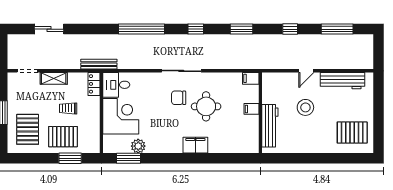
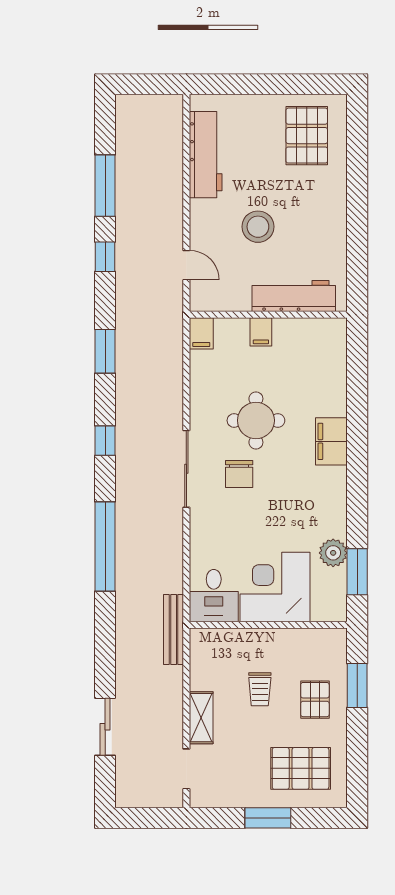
window: (337, 29) -> (105, 186), moved
door: (306, 71) -> (186, 265), moved
locker: (94, 84) -> (212, 639), removed
pallet: (63, 137) -> (315, 700), width x0.67, depth x0.71

